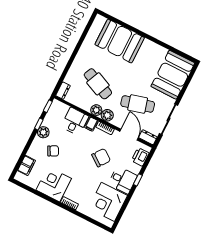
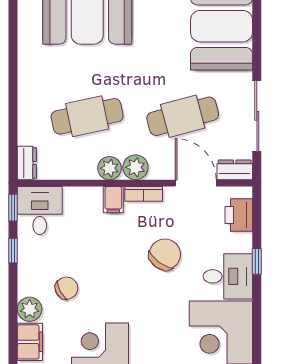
cafe table: (98, 84) -> (87, 116), turned -36
desk: (75, 121) -> (40, 211), moved
plant: (43, 132) -> (30, 309), moved

